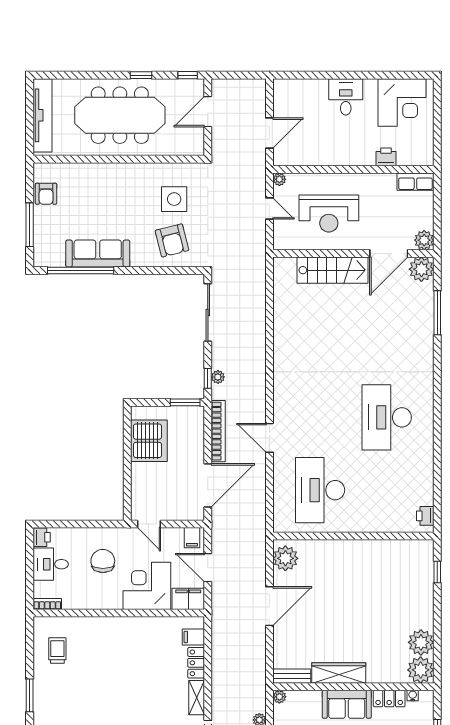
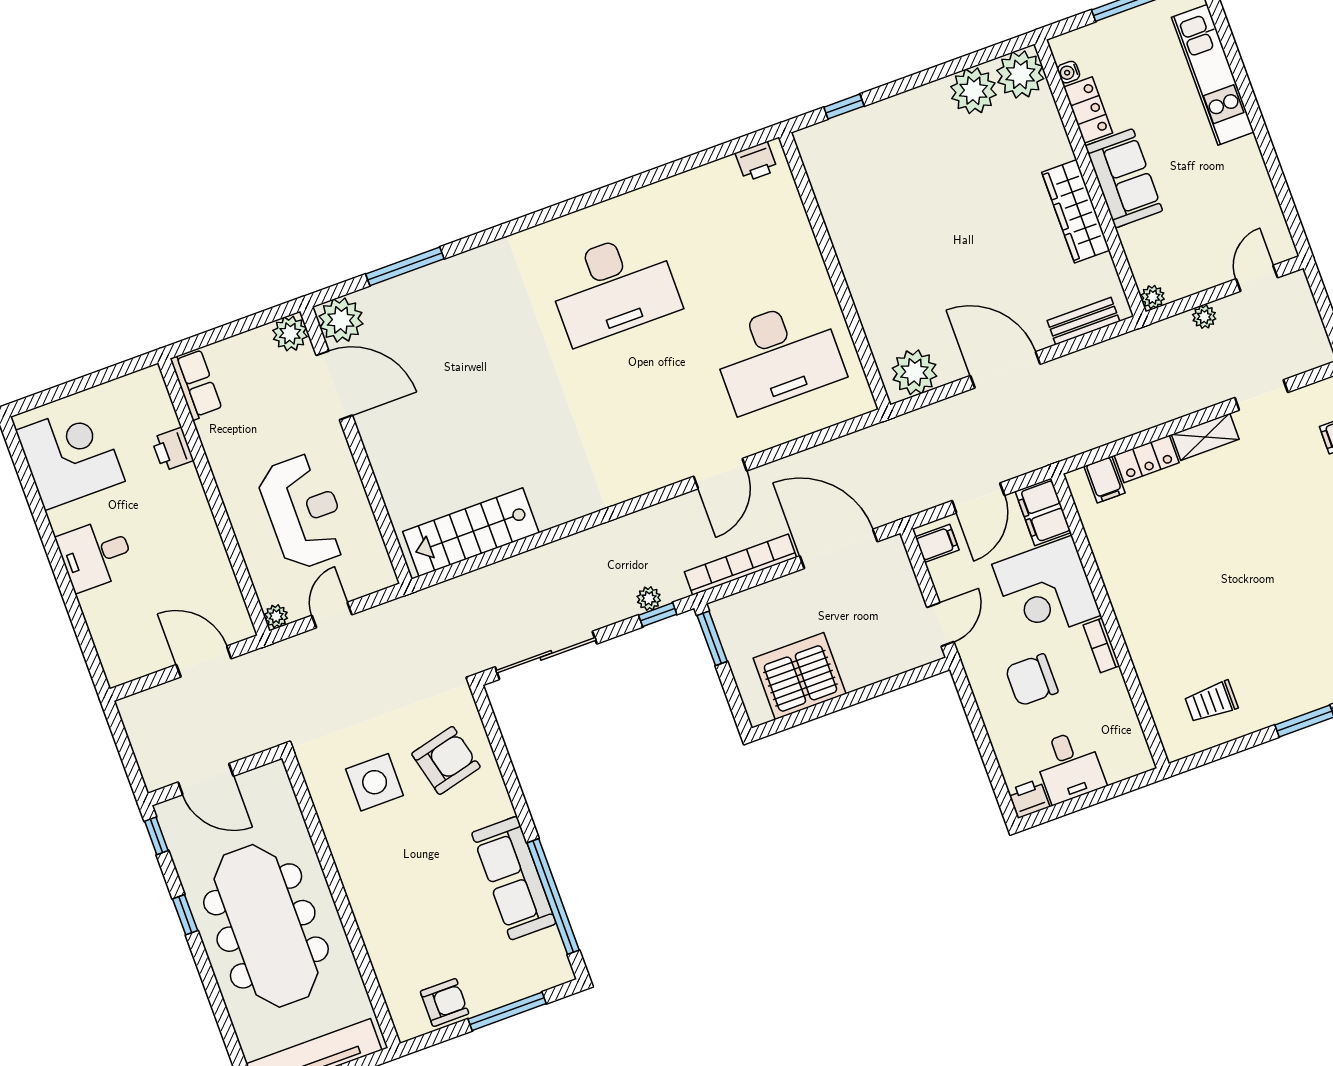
stairs: (333, 270) -> (471, 532), moved, turned -90
bookcase: (47, 604) -> (1101, 645), moved
bench: (292, 676) -> (1083, 321), moved, turned 90

